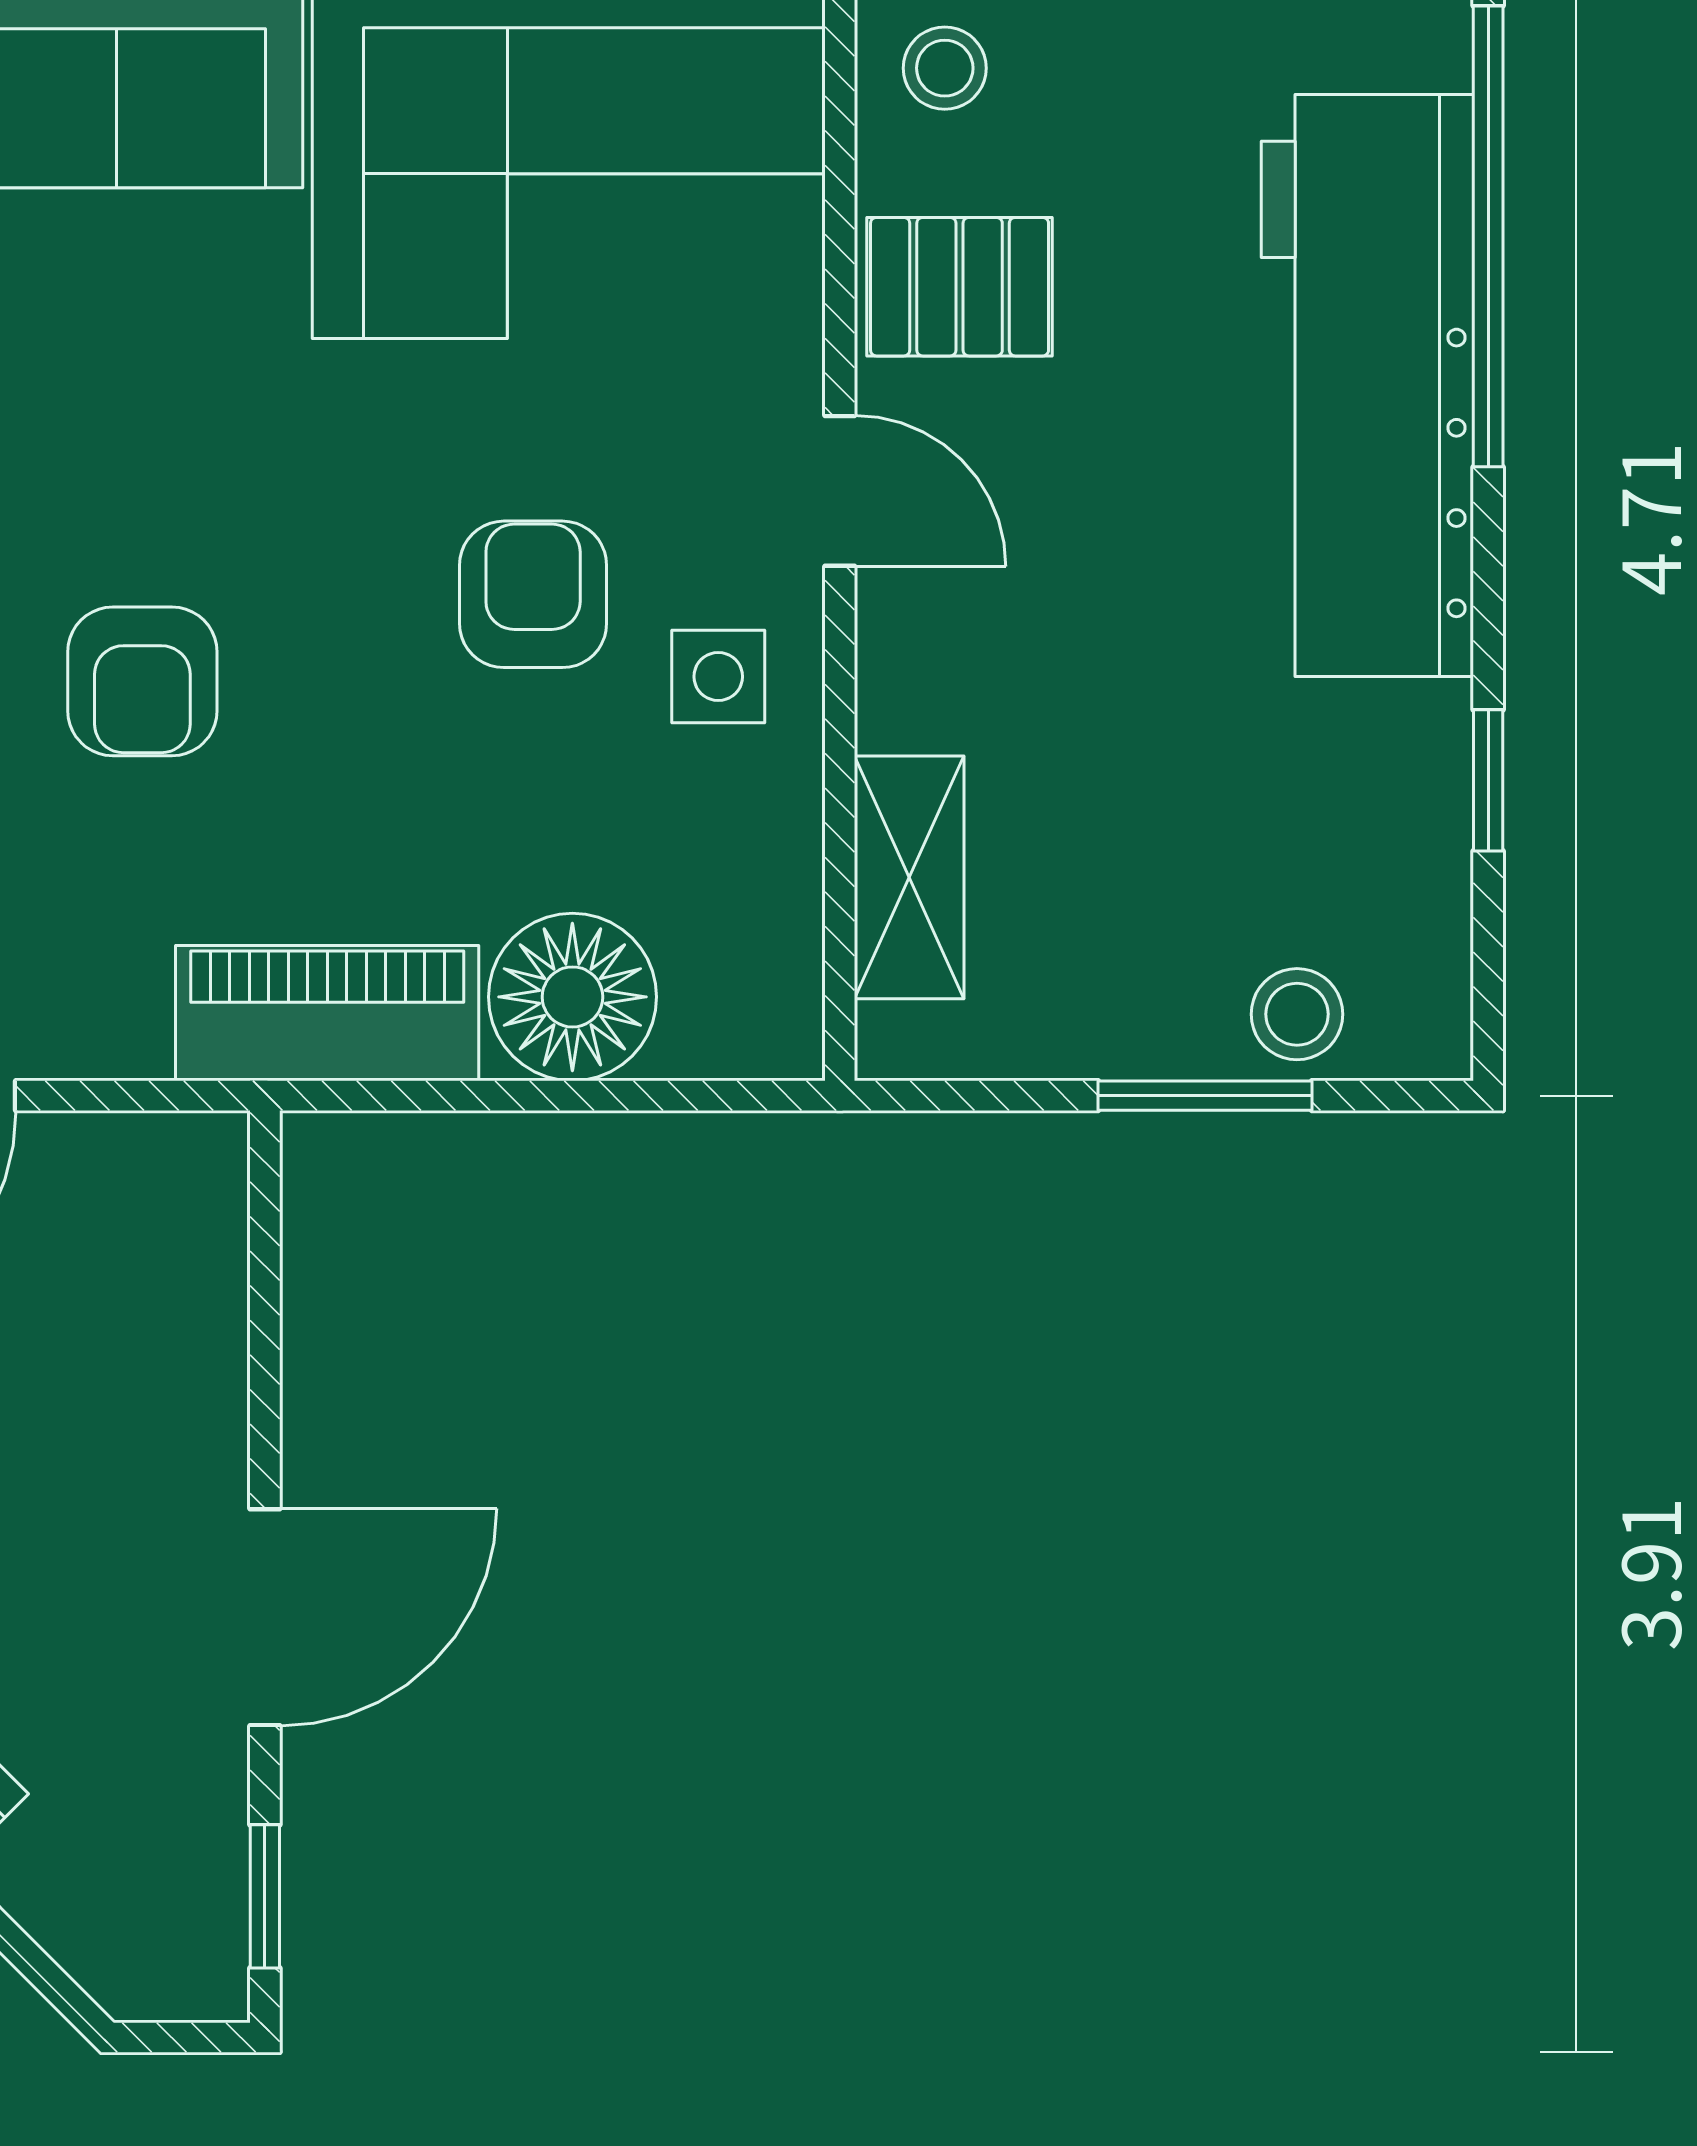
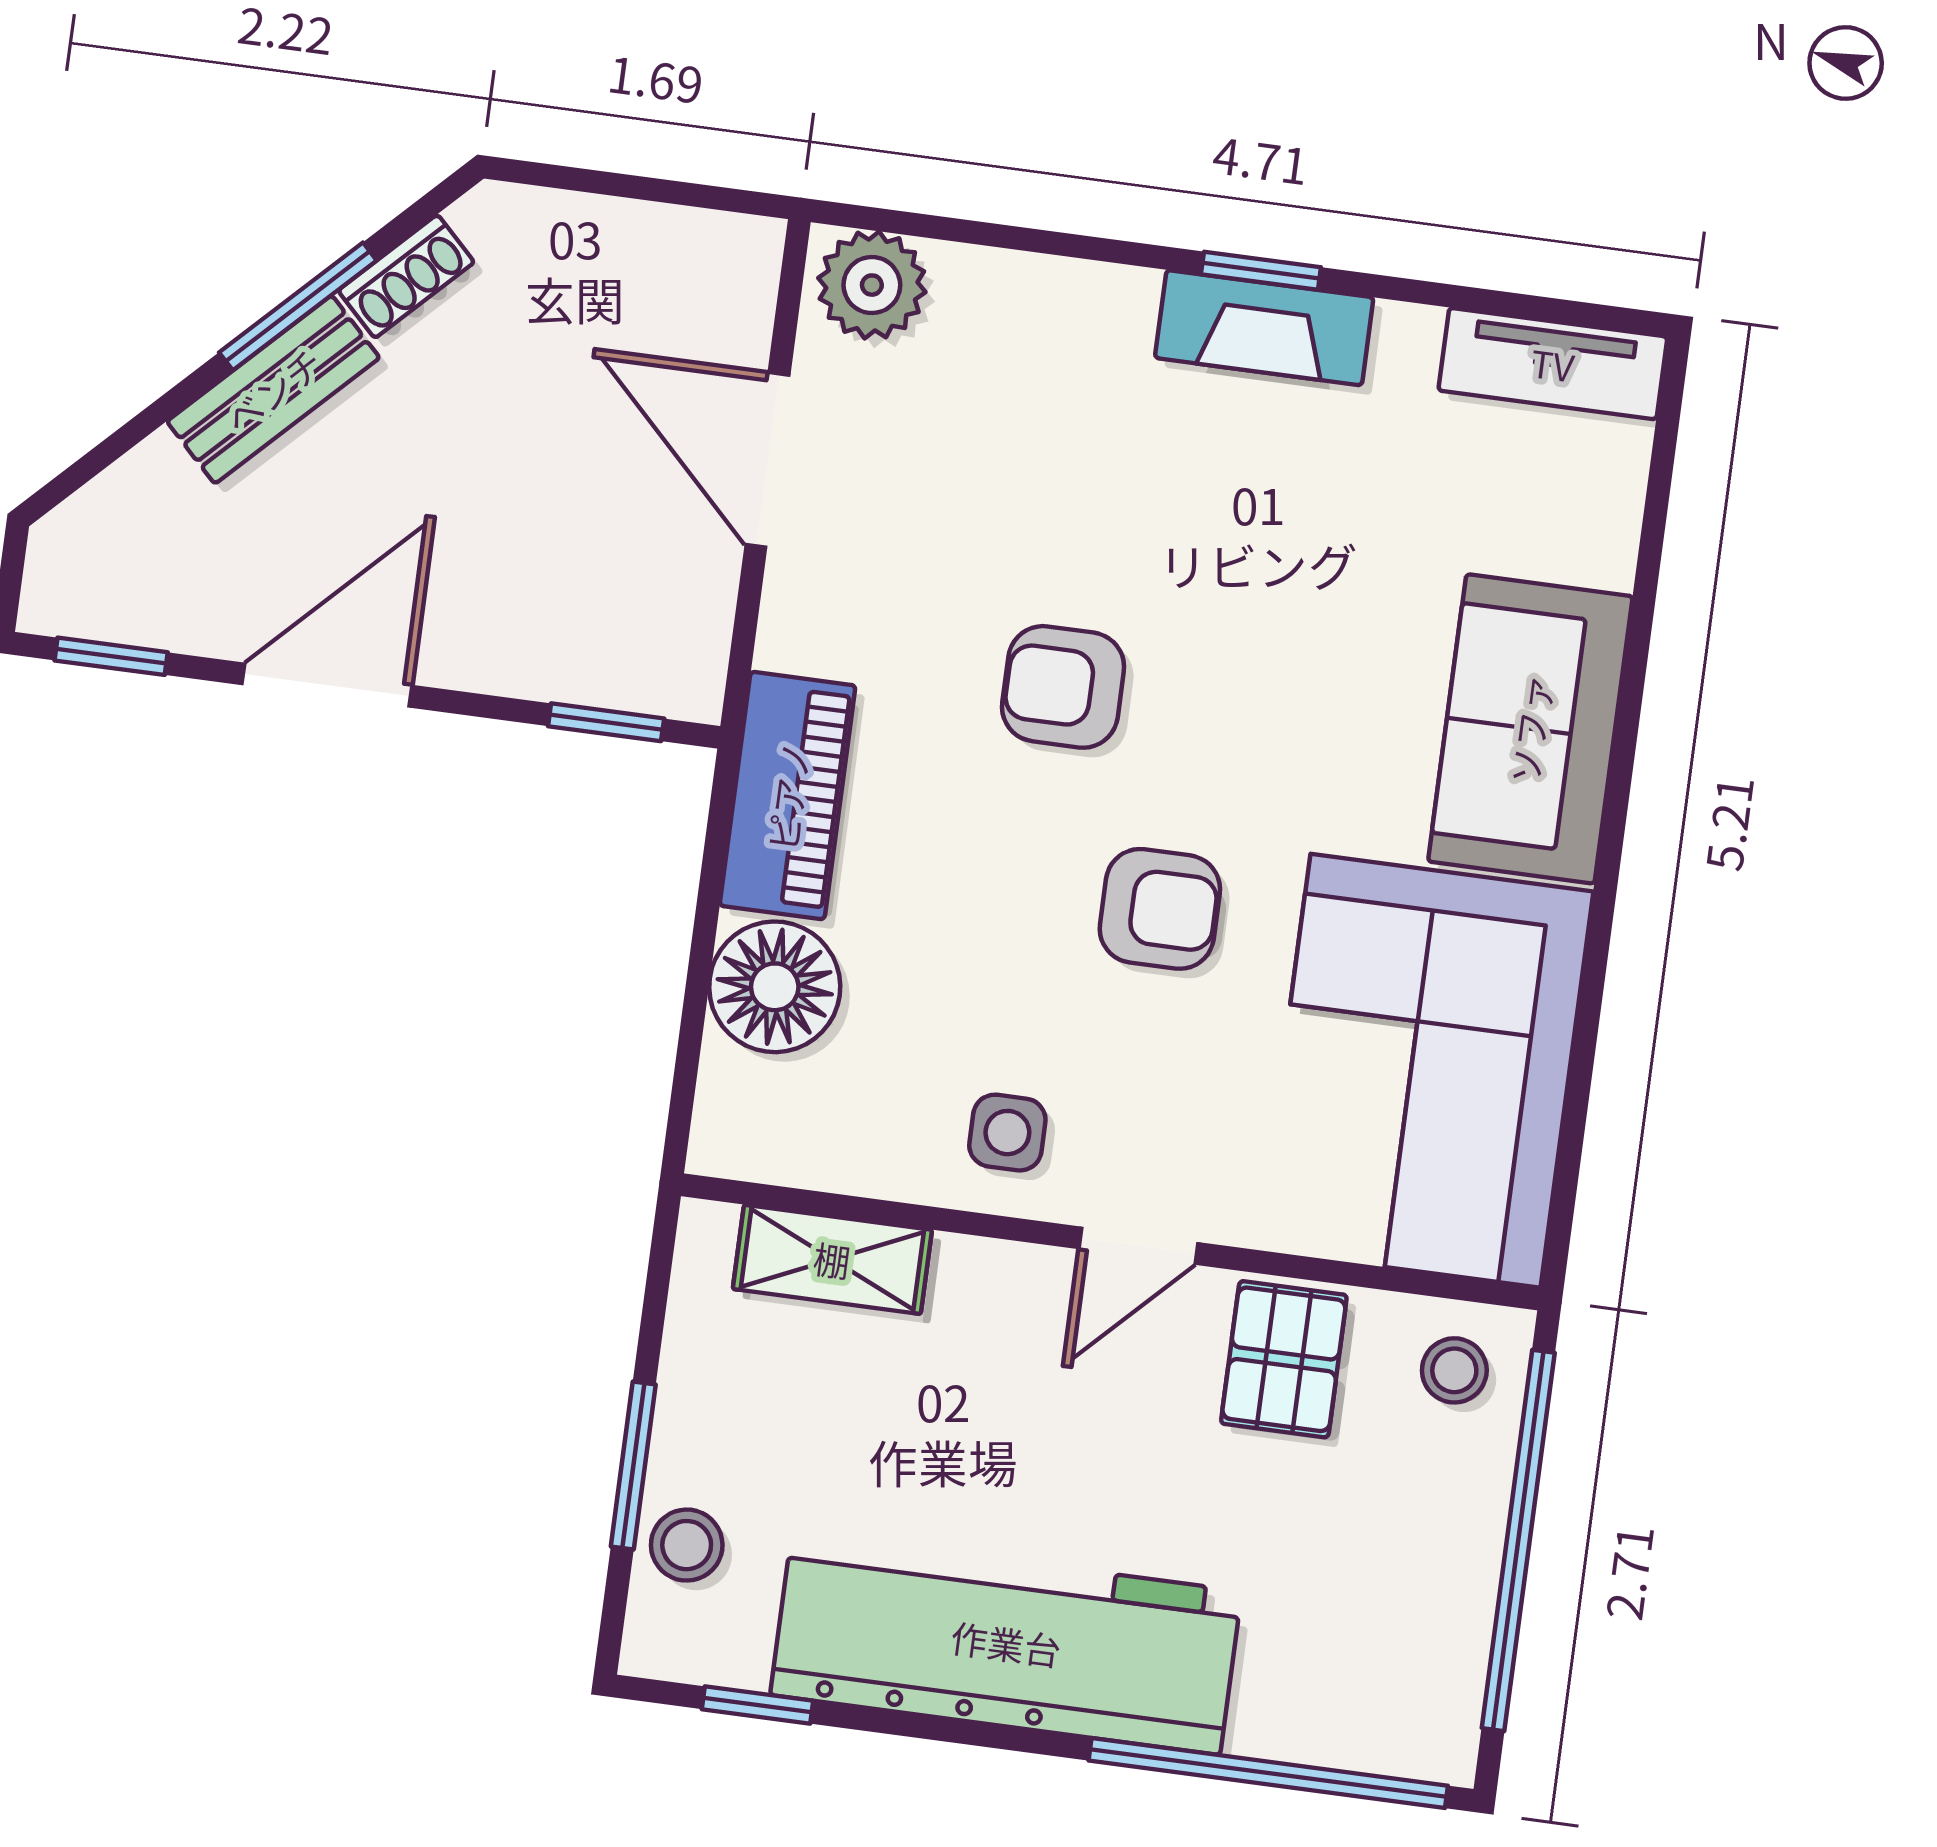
workbench: (1367, 386) -> (1006, 1643), moved
armchair: (533, 594) -> (1160, 909), moved
window: (1488, 780) -> (757, 1705), moved
window: (265, 1256) -> (606, 722), added
door: (265, 1617) -> (327, 685), swing flipped

